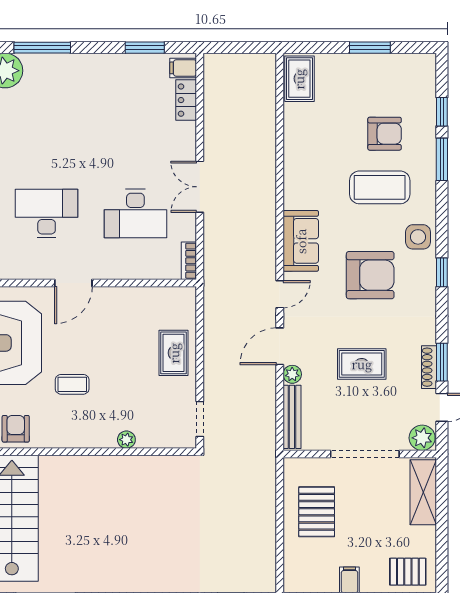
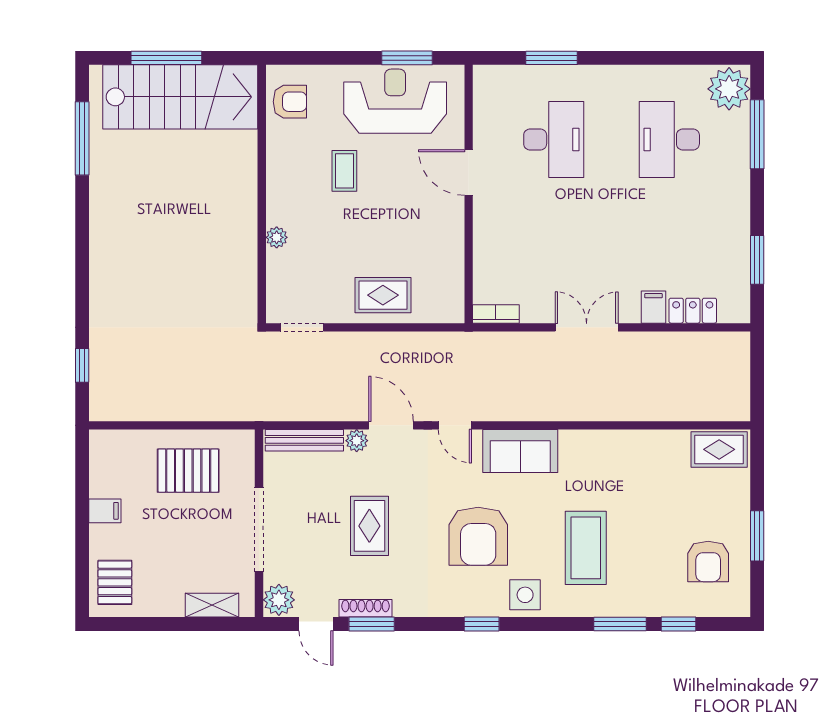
filing cabinet: (183, 68) -> (653, 307), moved
armchair: (385, 134) -> (708, 561), moved
desk: (135, 214) -> (669, 139), moved
shelving: (423, 492) -> (212, 605), width x0.67, depth x0.75

